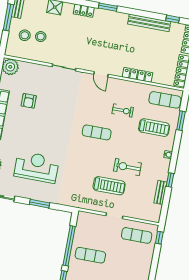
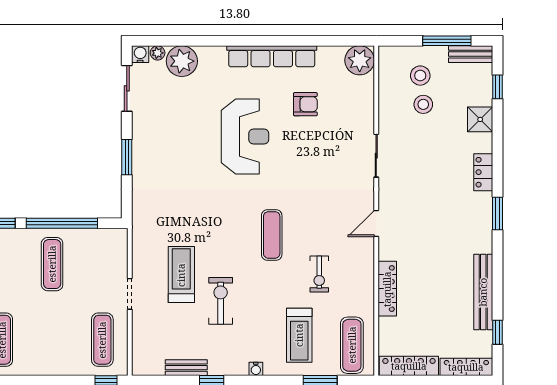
armchair: (29, 101) -> (305, 104), turned 180
reception desk: (36, 167) -> (245, 136), moved
treadmill: (109, 186) -> (181, 275), turned 180

